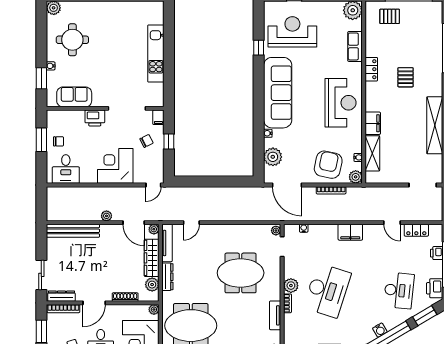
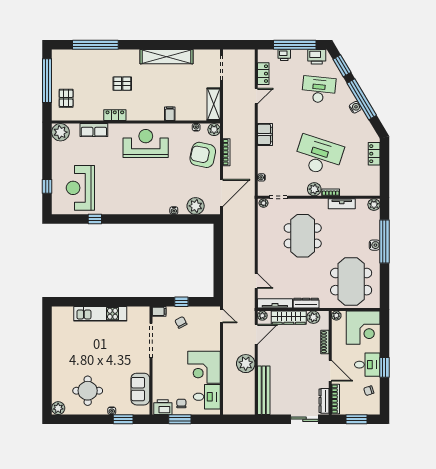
sofa: (278, 93) -> (136, 201), removed
printer: (95, 118) -> (163, 407), moved, turned -90
filing cabinet: (373, 123) -> (170, 114), width x0.50
shelving: (372, 153) -> (214, 104), moved, turned 90
corner desk: (115, 166) -> (204, 367), moved
plant: (106, 216) -> (246, 364), width x1.87, depth x1.87

